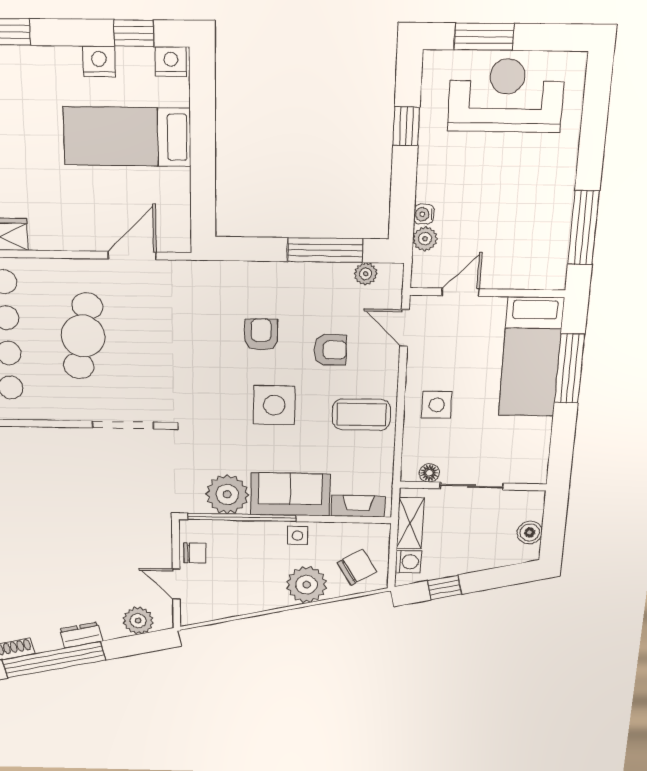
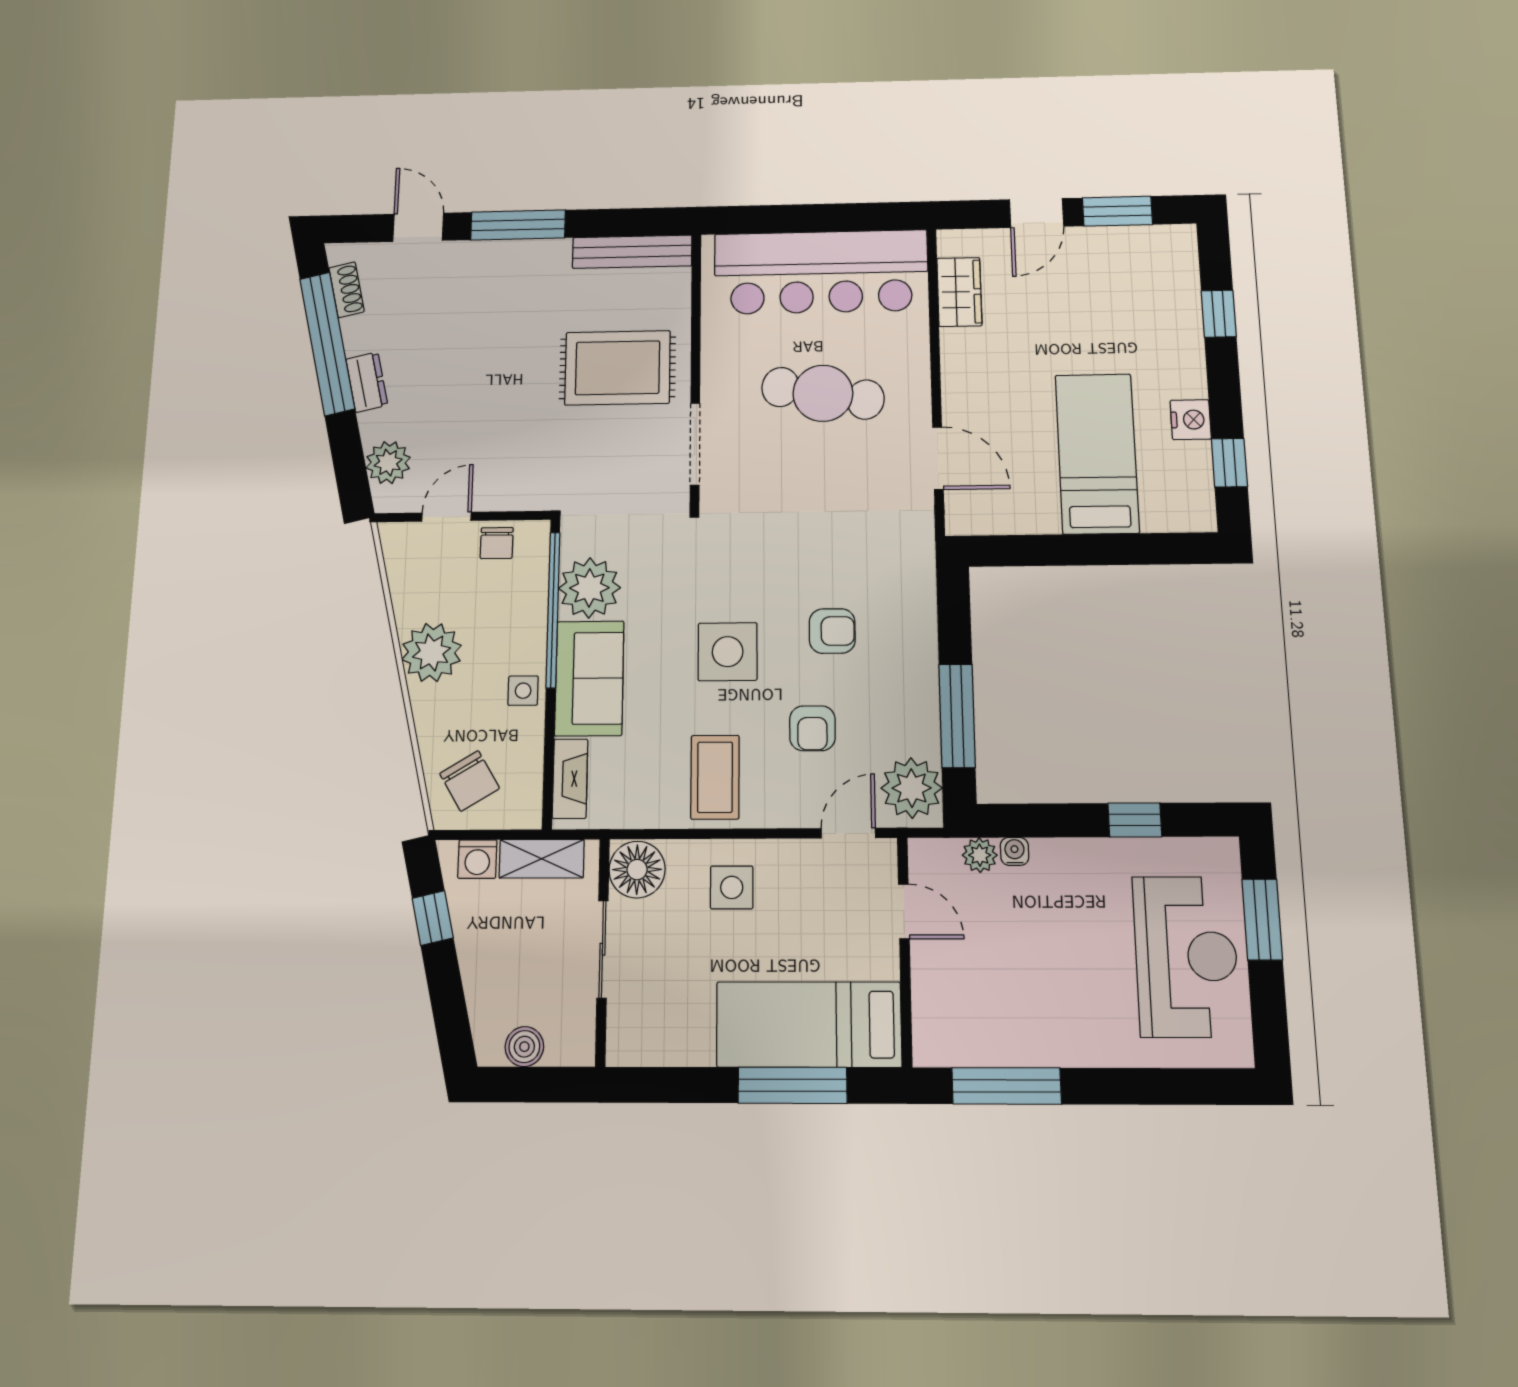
nightstand: (171, 62) -> (1197, 509), removed
plant: (366, 274) -> (912, 788), width x1.88, depth x1.88
floor lamp: (429, 473) -> (637, 870), width x1.89, depth x1.89
rug: (67, 476) -> (618, 368), added
plant: (307, 585) -> (432, 652), moved

